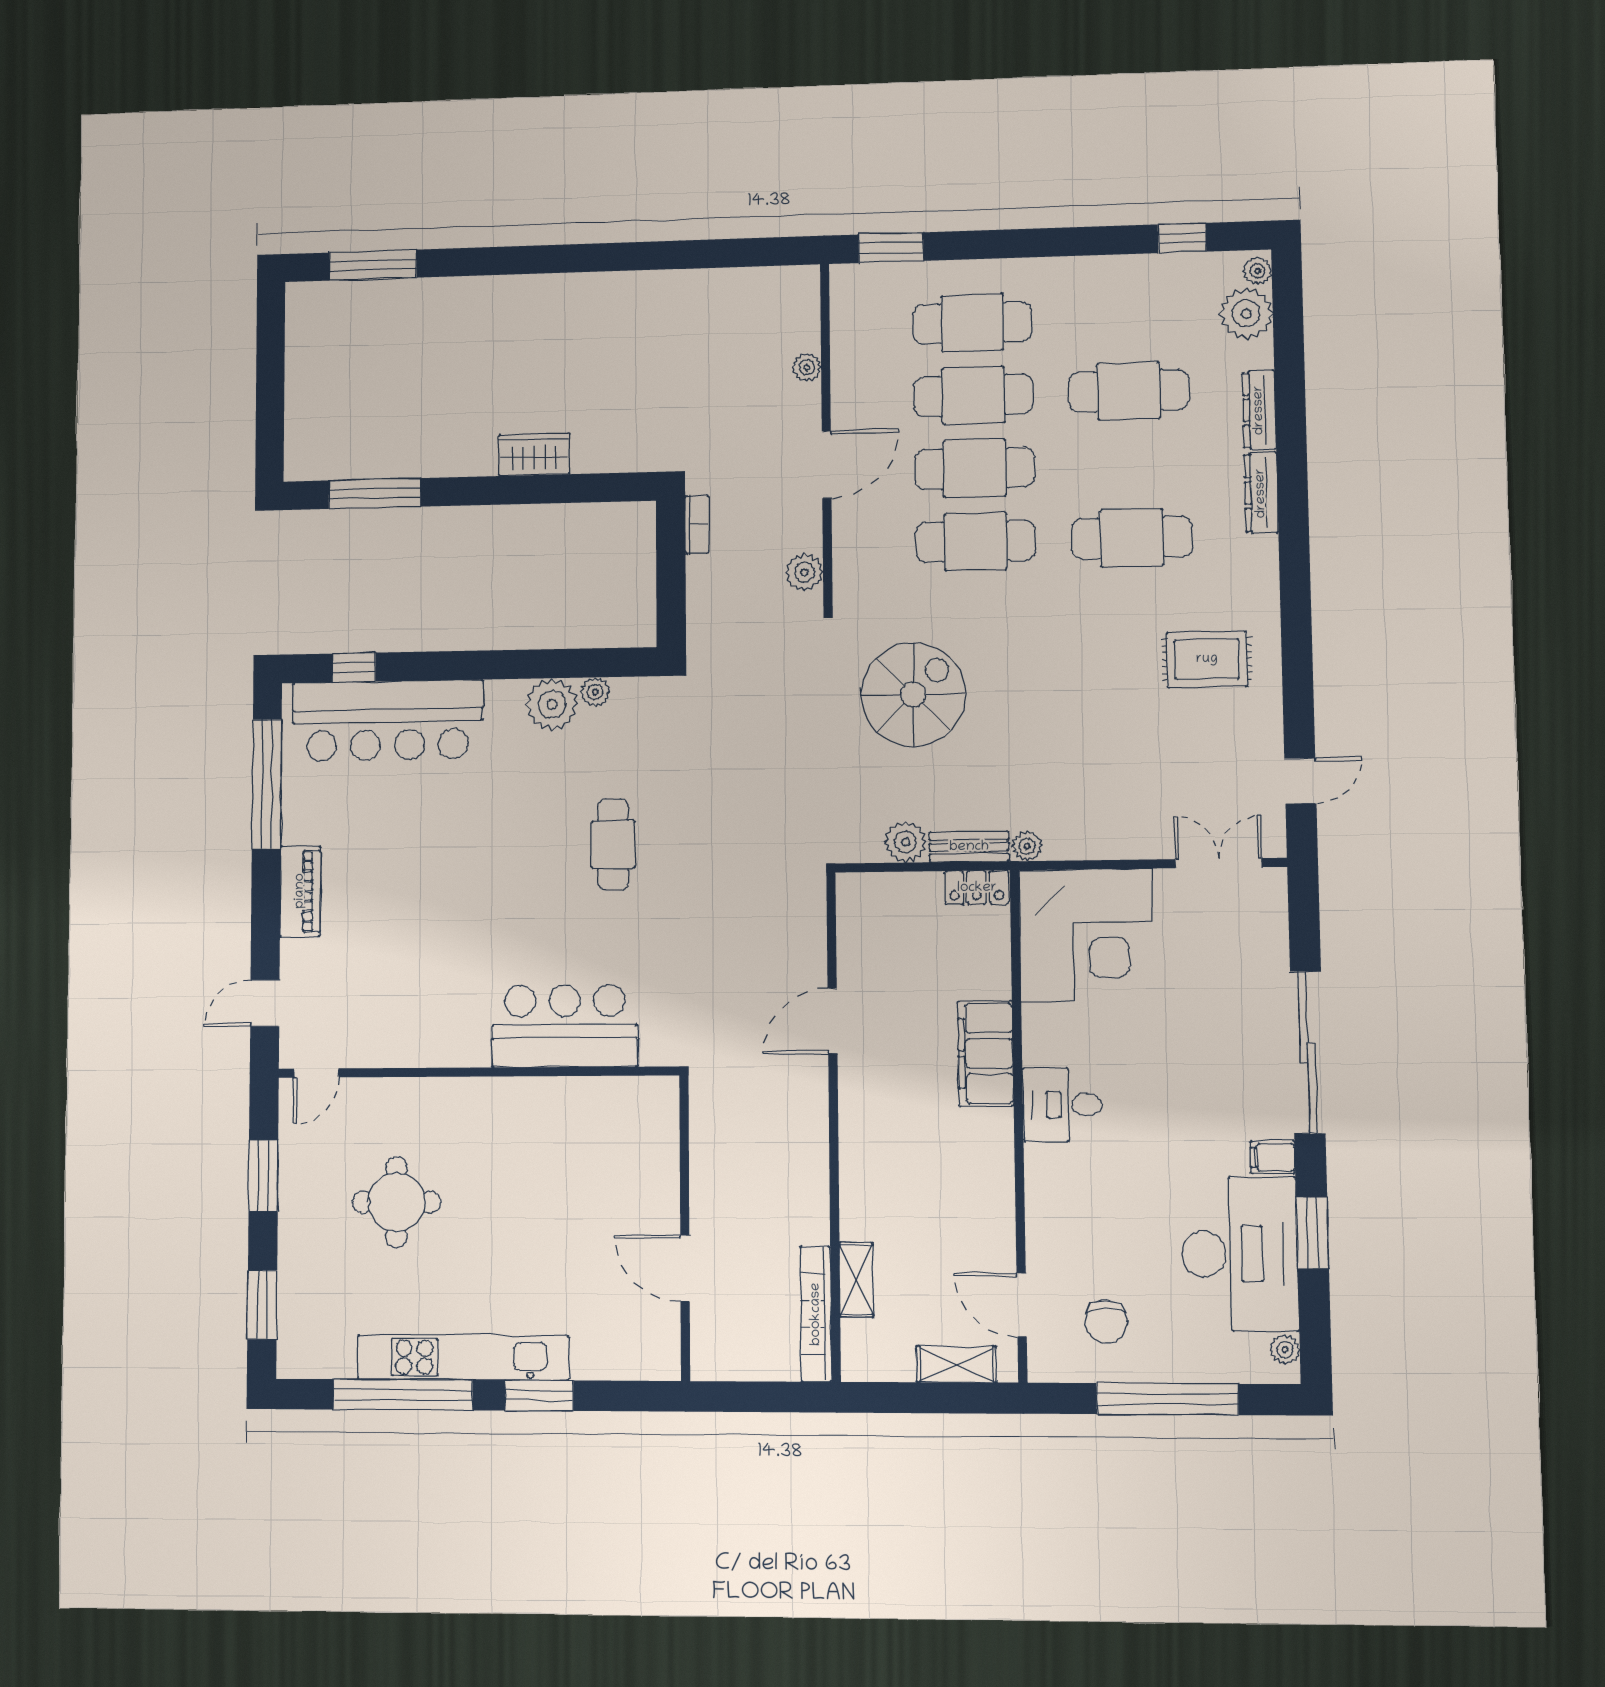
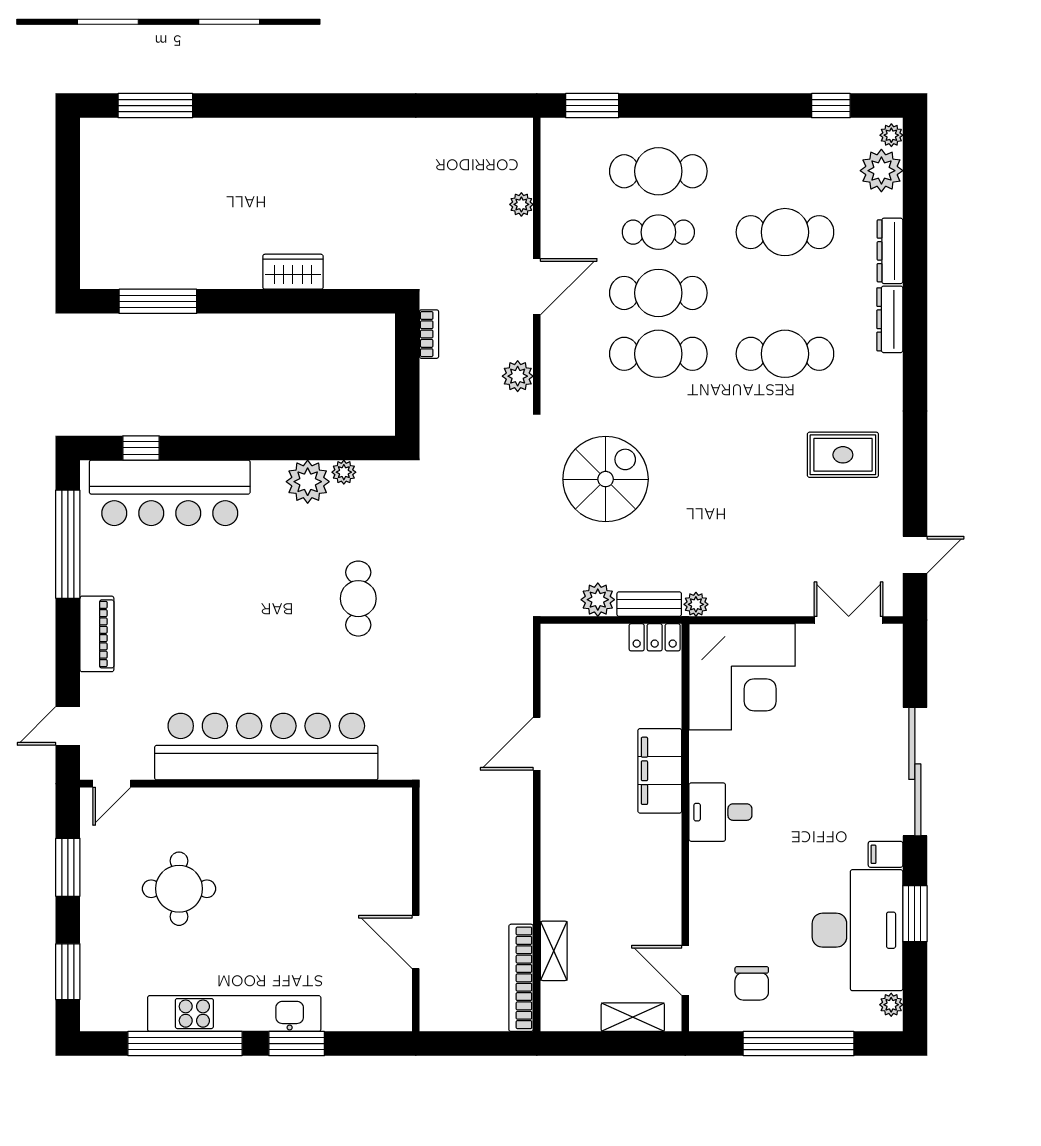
cafe table: (973, 395) -> (658, 232), width x0.73, depth x0.74
bar counter: (565, 1026) -> (266, 747), width x1.86

